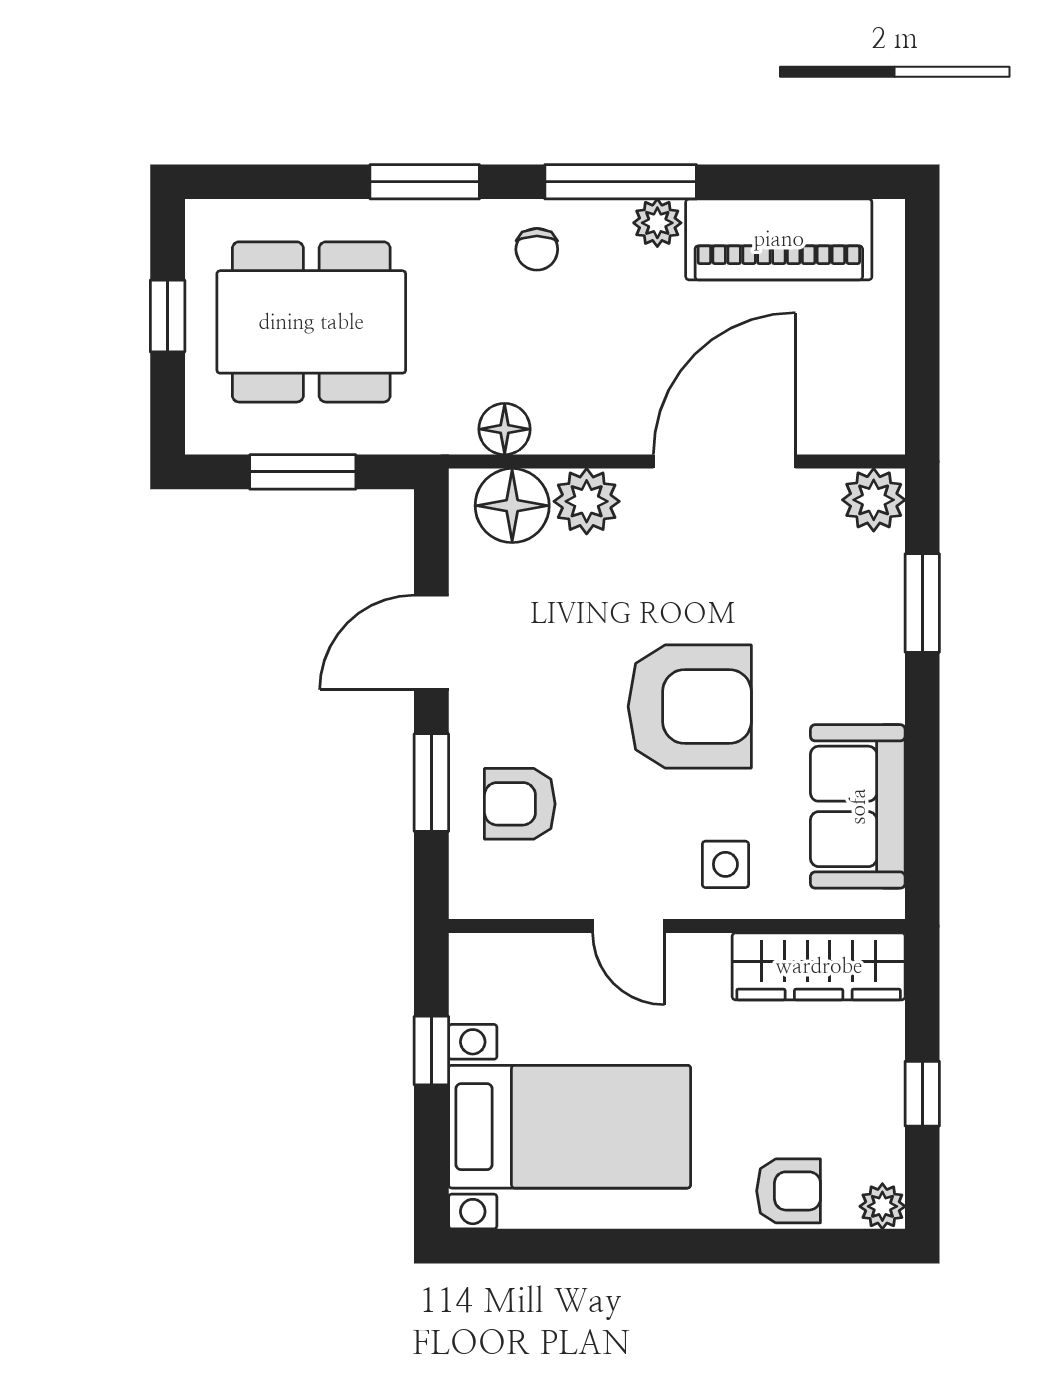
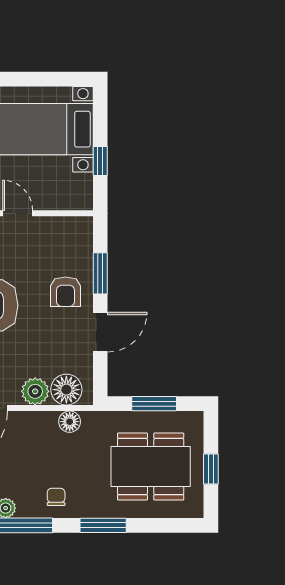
armchair: (520, 804) -> (66, 292), moved, turned 90

